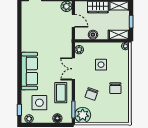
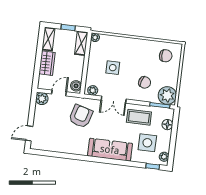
boiler: (93, 35) -> (76, 86), moved
armchair: (55, 42) -> (81, 116), added
chair: (115, 88) -> (166, 56), moved

